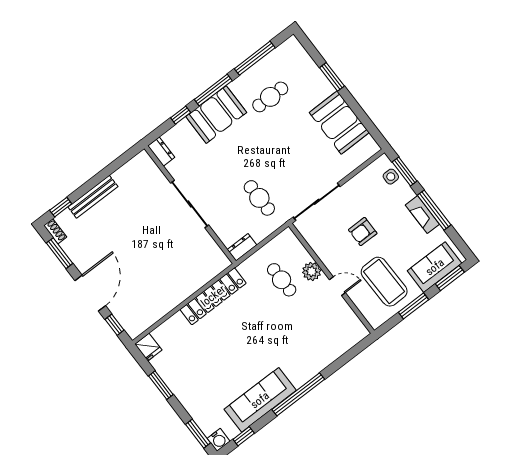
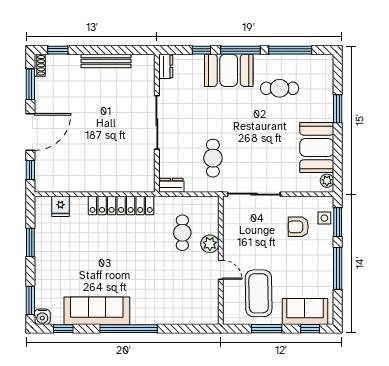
plant: (369, 144) -> (327, 181), added
bench: (93, 197) -> (106, 61), moved
fireplace: (422, 215) -> (326, 265), removed
armchair: (363, 232) -> (298, 227), moved
window: (450, 278) -> (310, 329), width x0.67
fridge: (148, 347) -> (60, 206), moved

